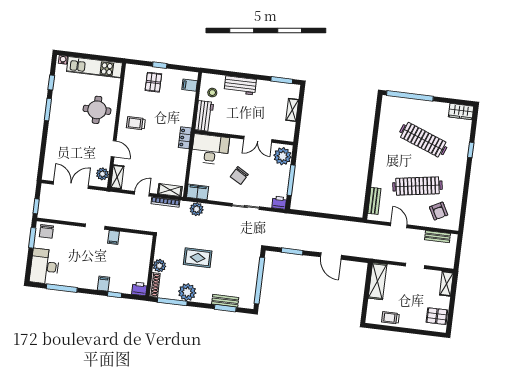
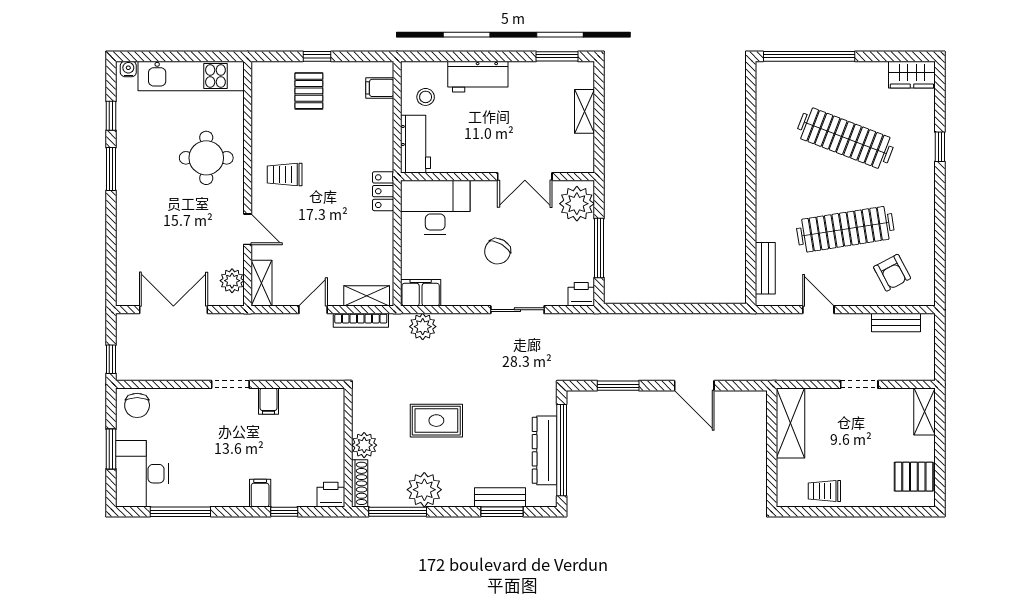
window: (32, 238) -> (111, 449), moved
dresser: (251, 280) -> (545, 450), added

